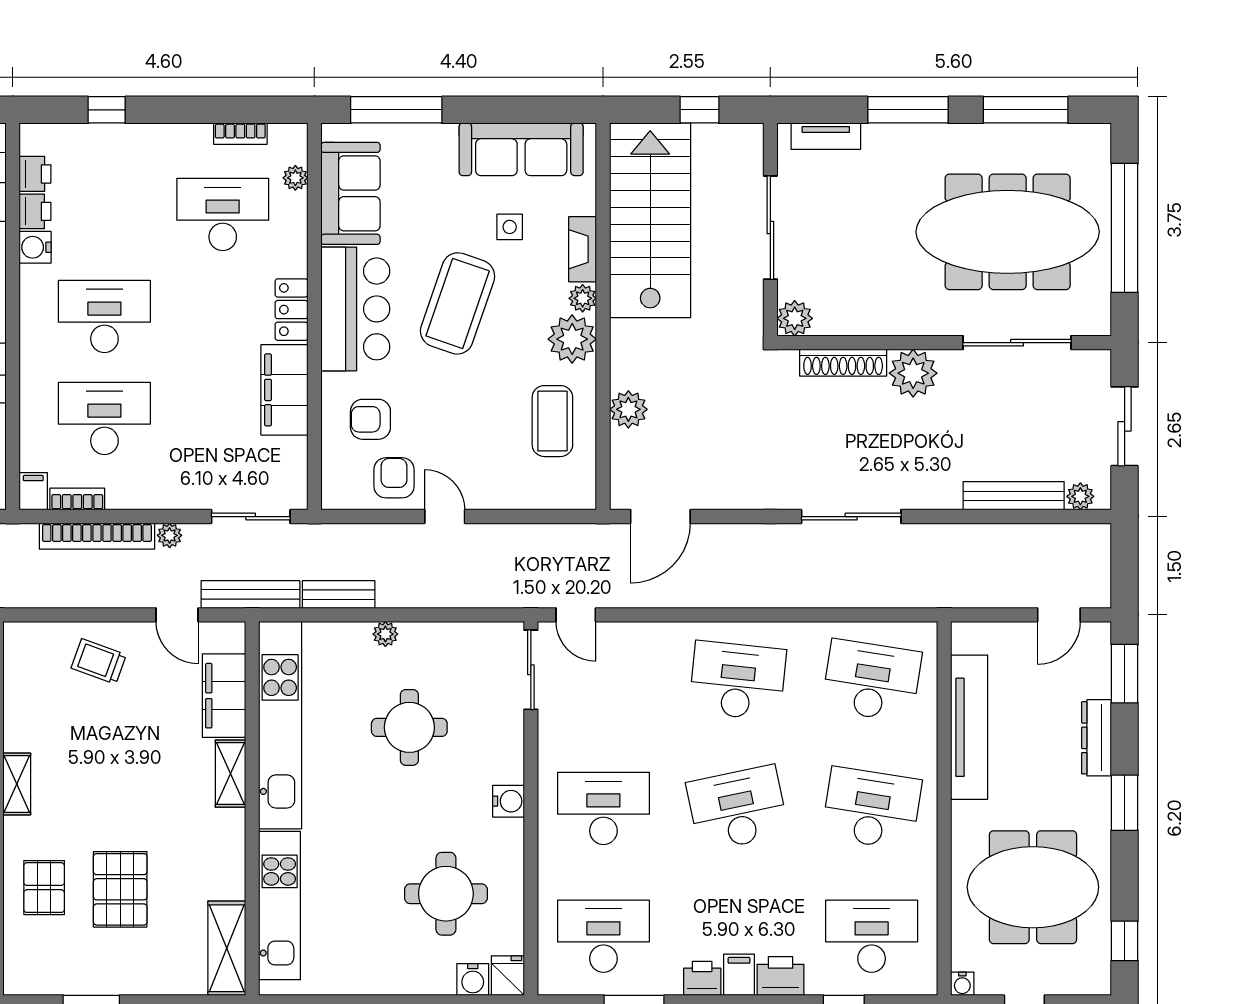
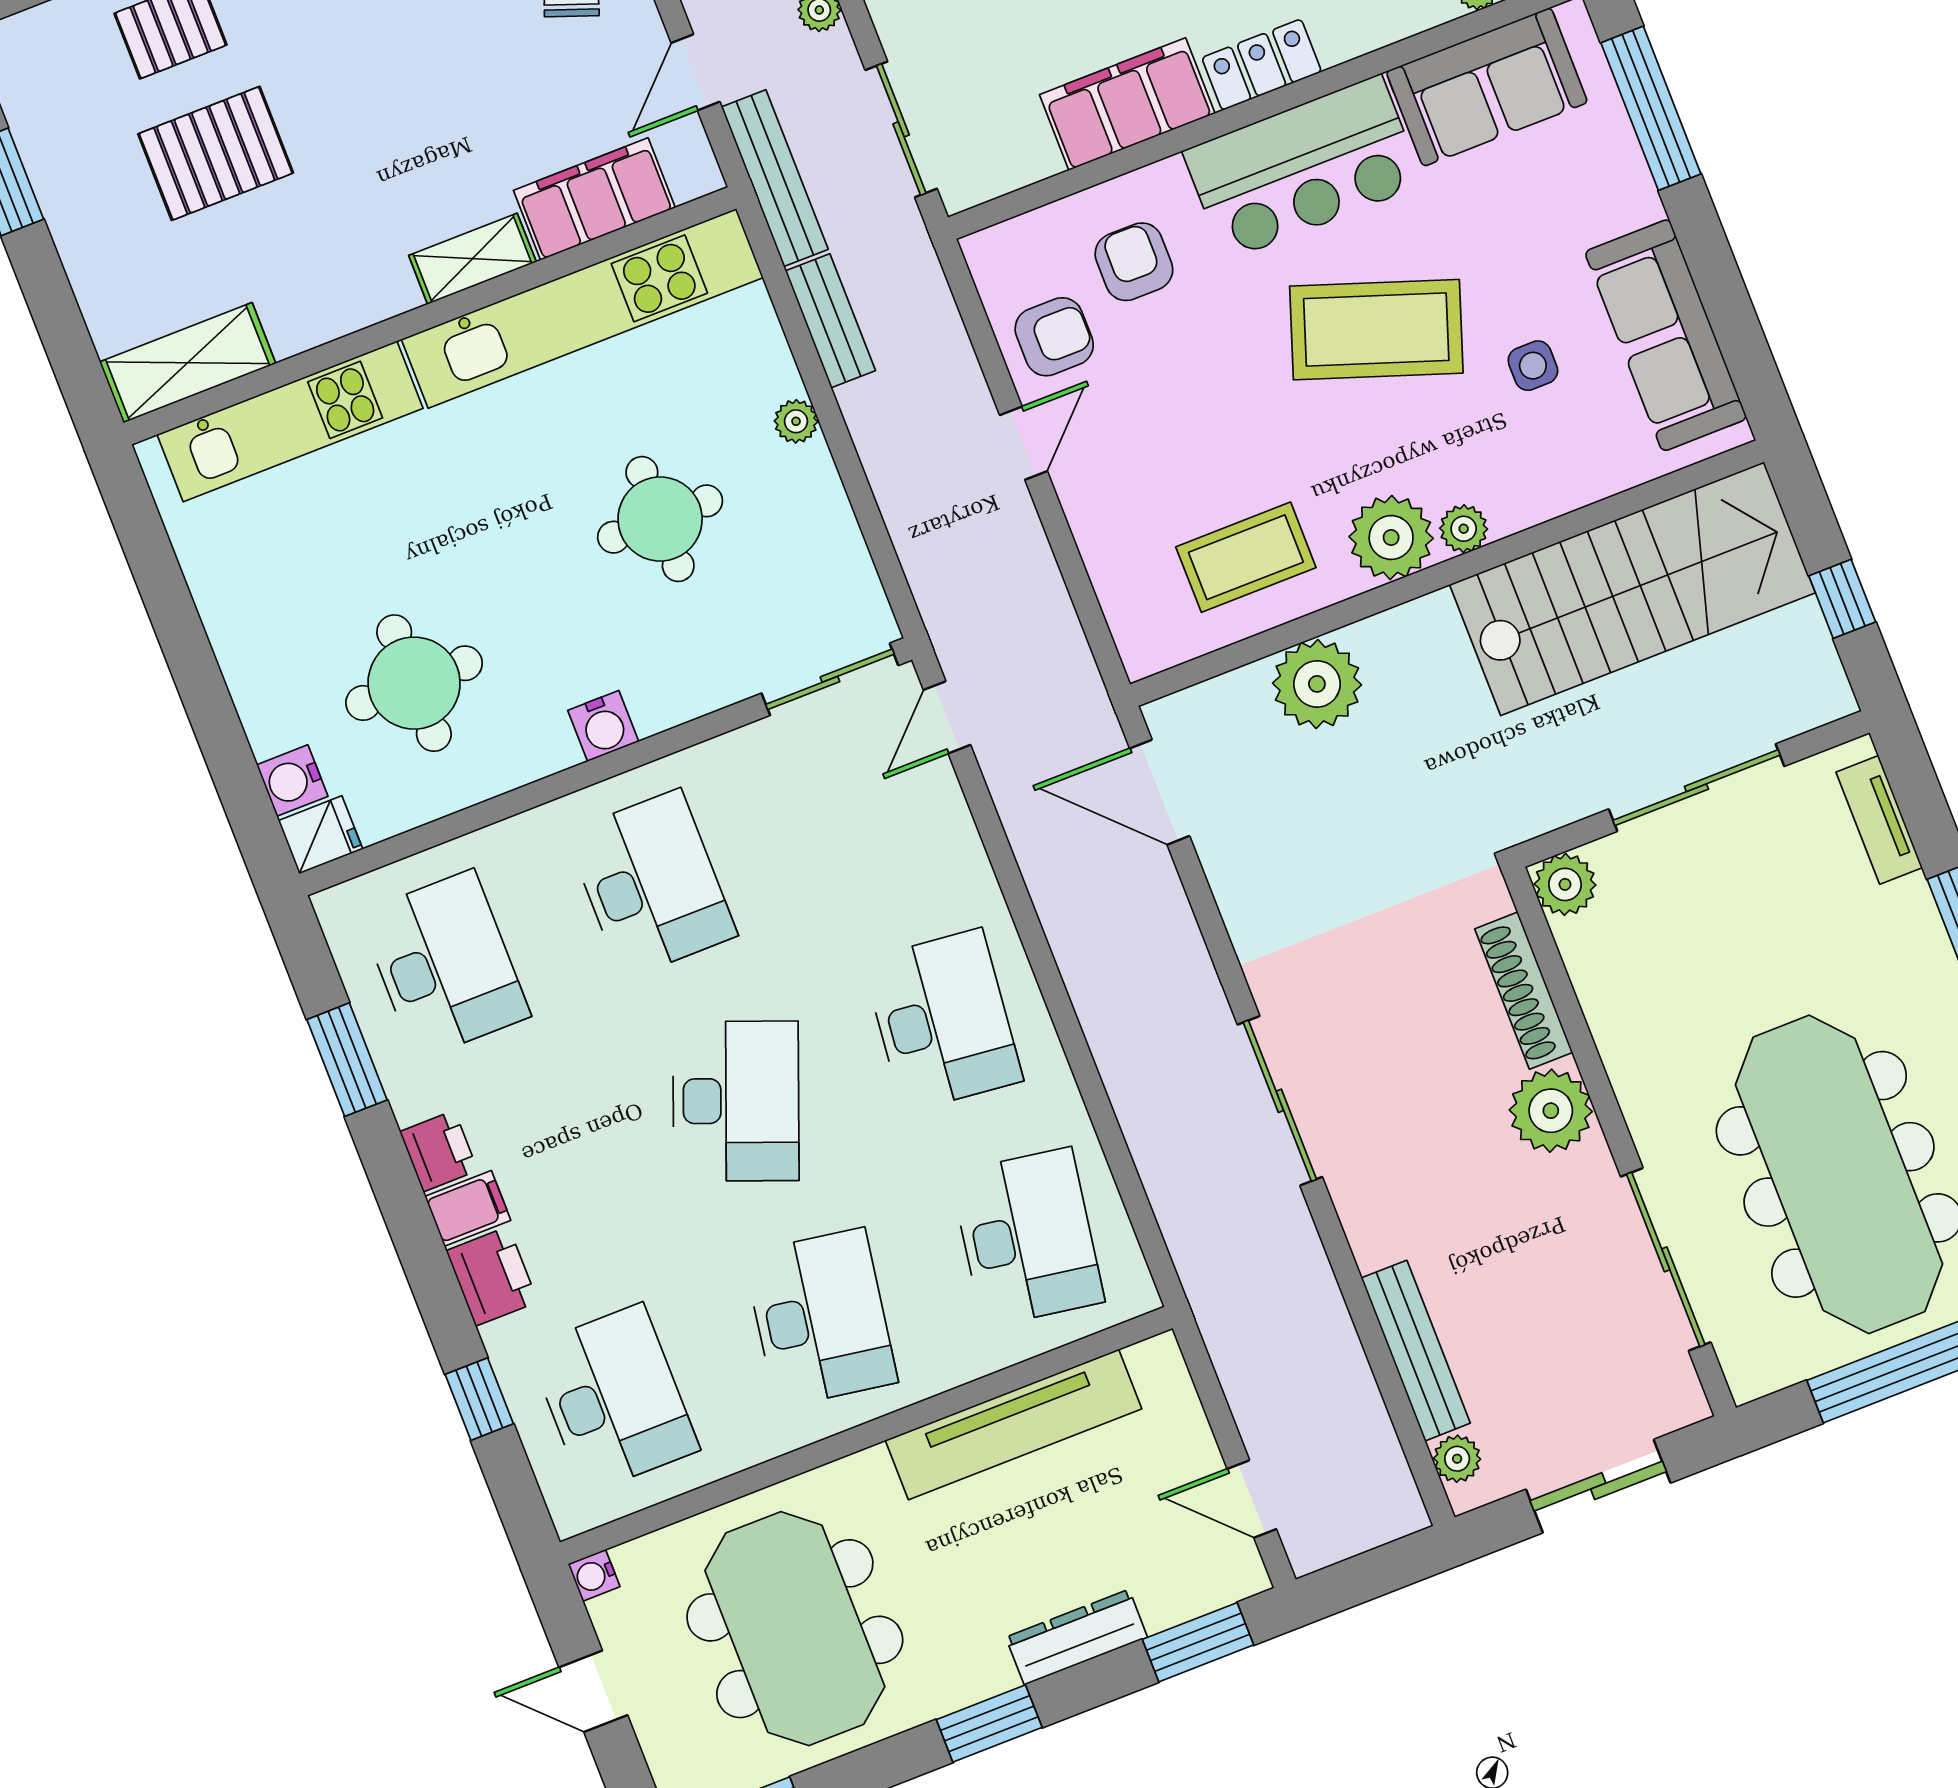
fireplace: (583, 249) -> (1543, 498), removed
plant: (628, 409) -> (1317, 684), width x1.36, depth x1.36
desk: (738, 808) -> (736, 1101), turned 33

